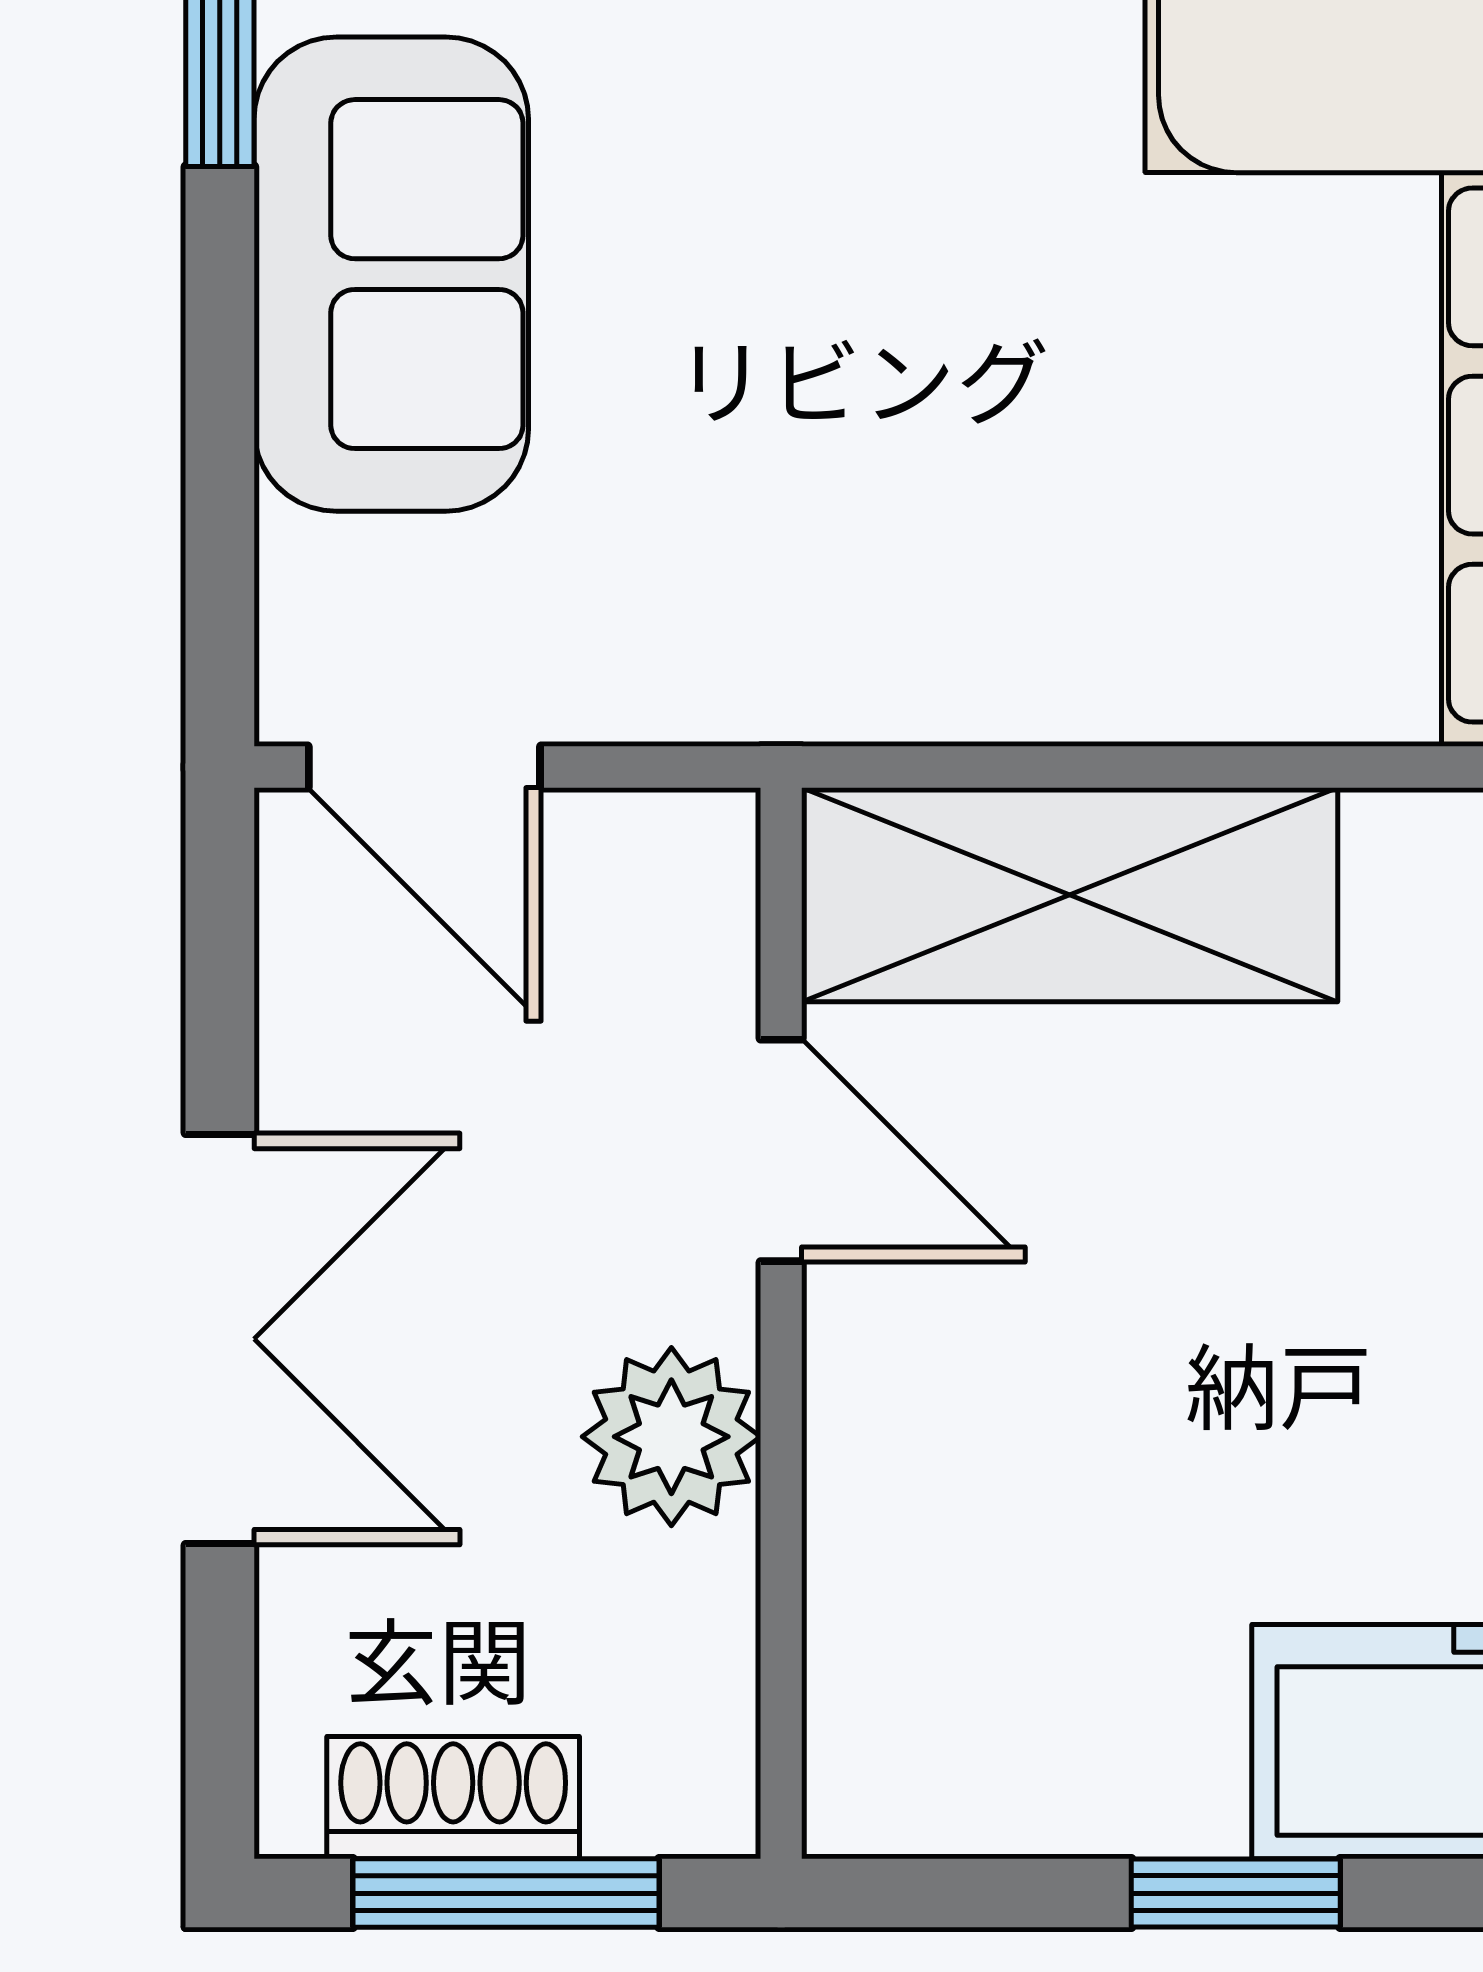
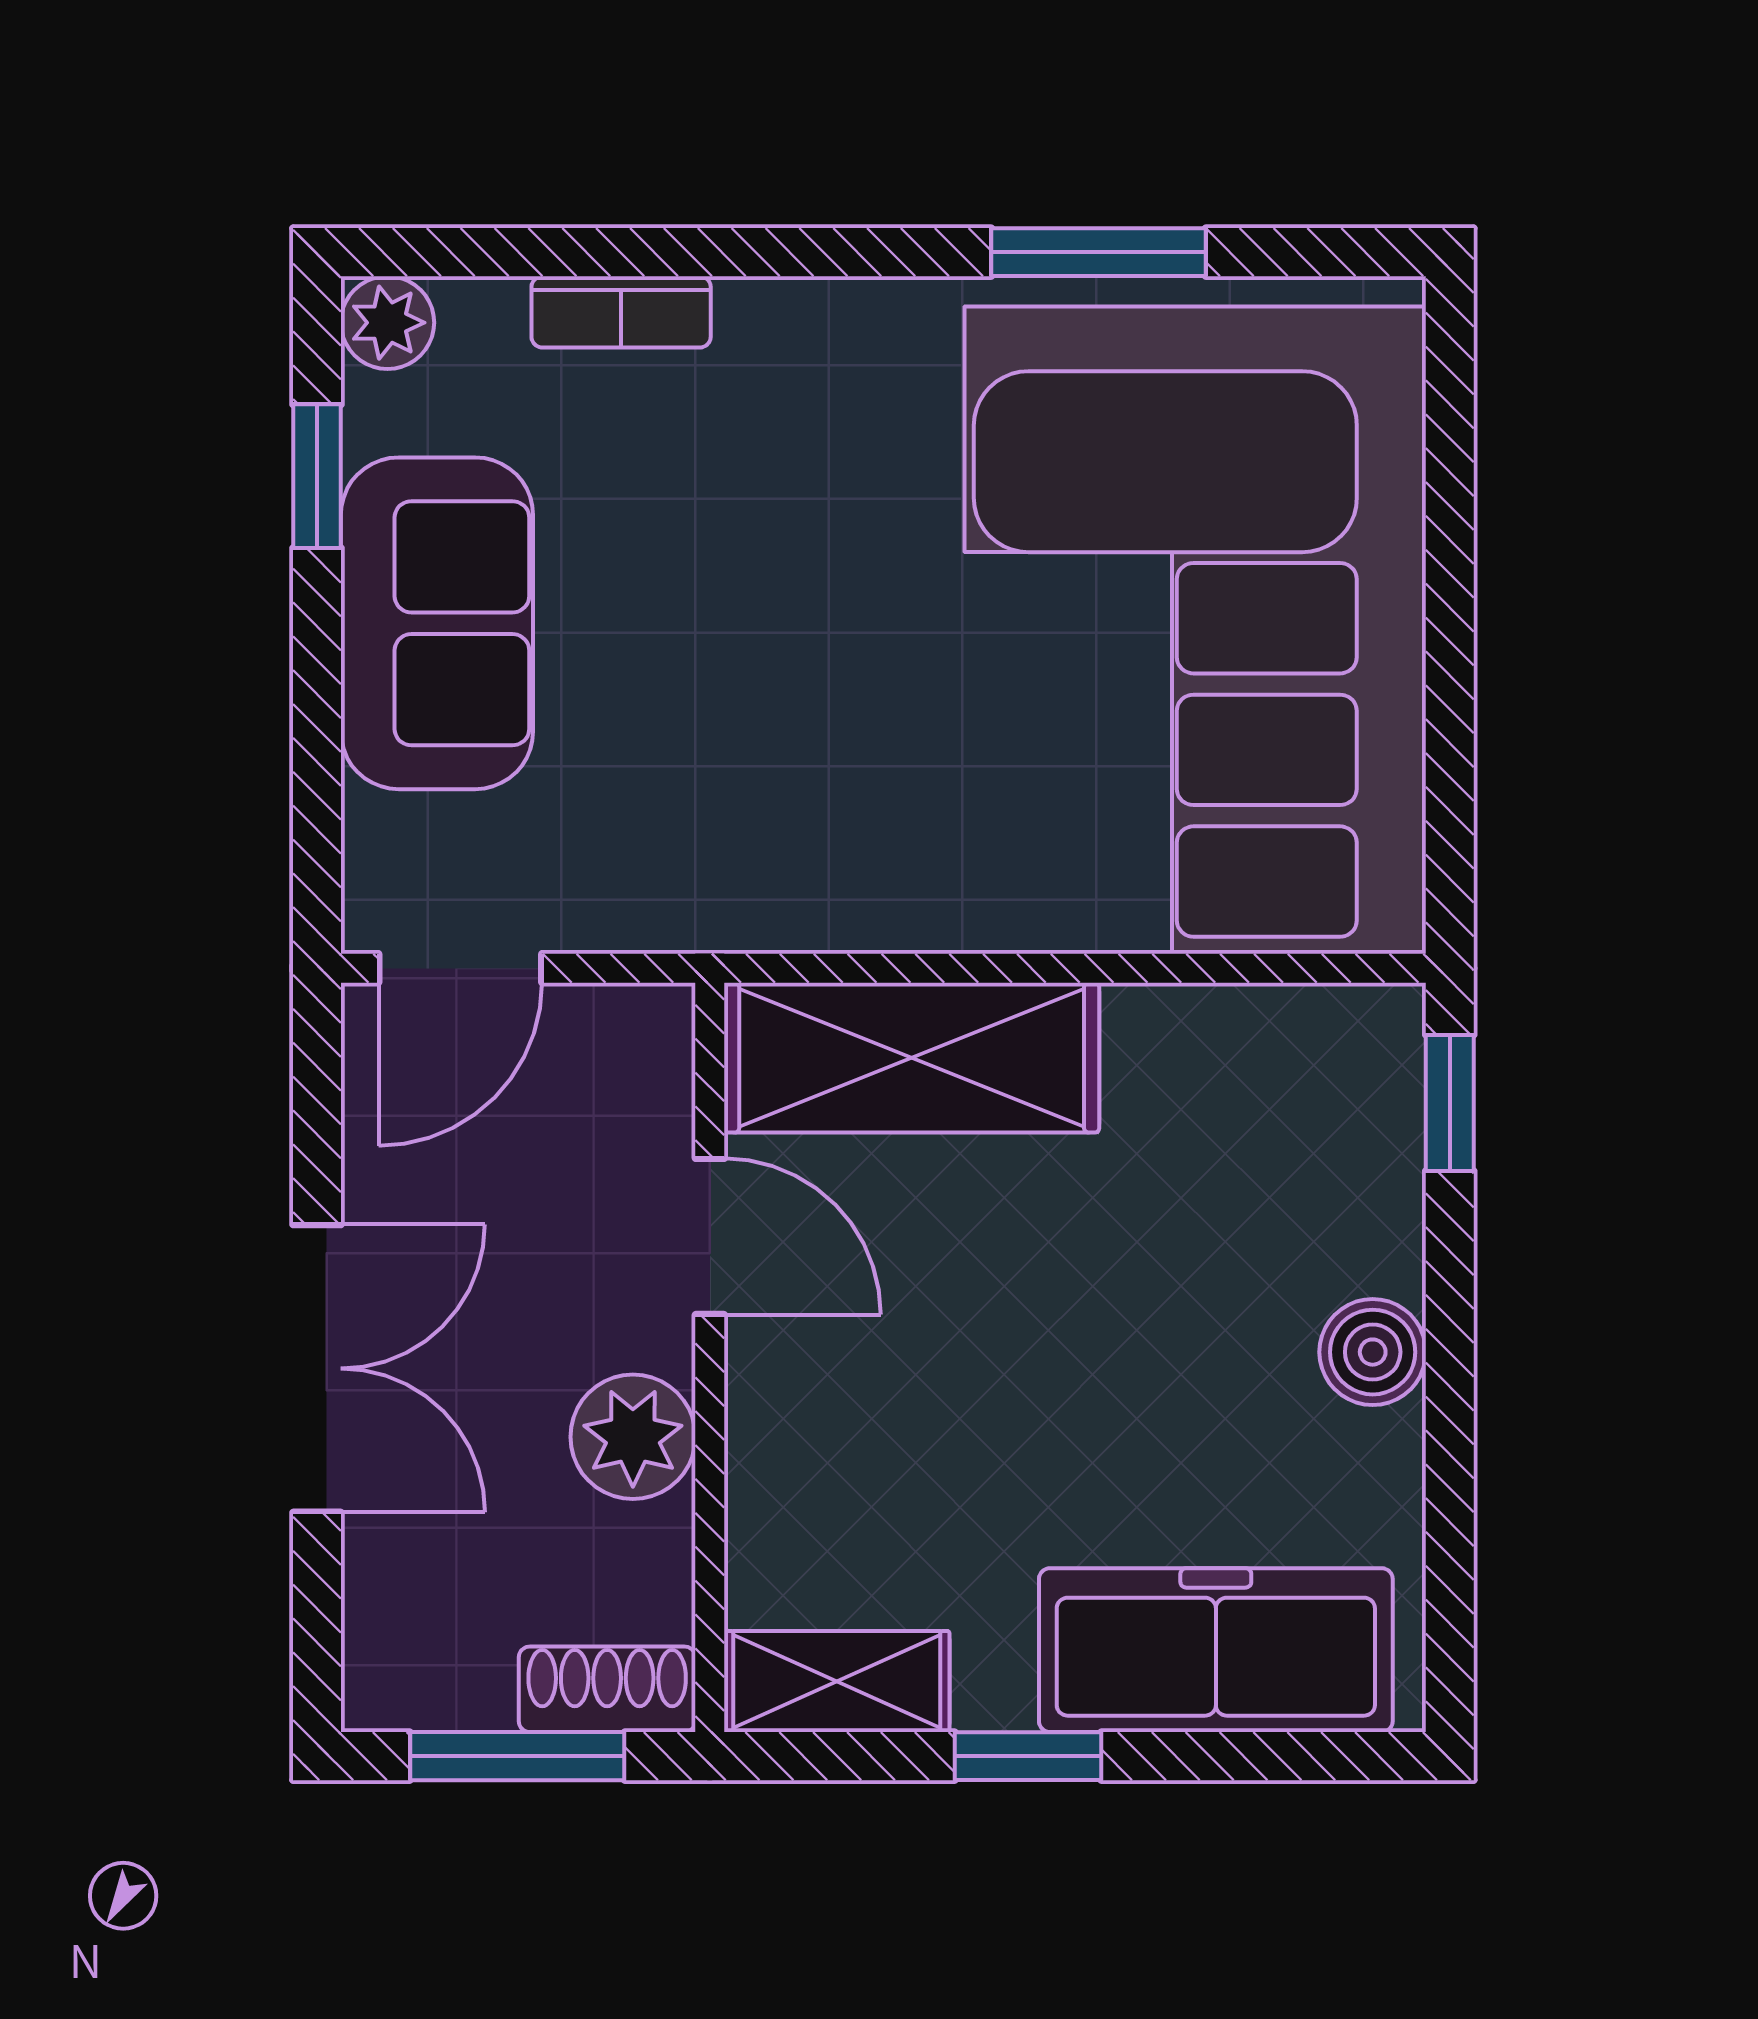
door: (424, 767) -> (460, 968), hinge flipped
shelving: (963, 1786) -> (837, 1681), added
shoe rack: (453, 1798) -> (607, 1689), moved

